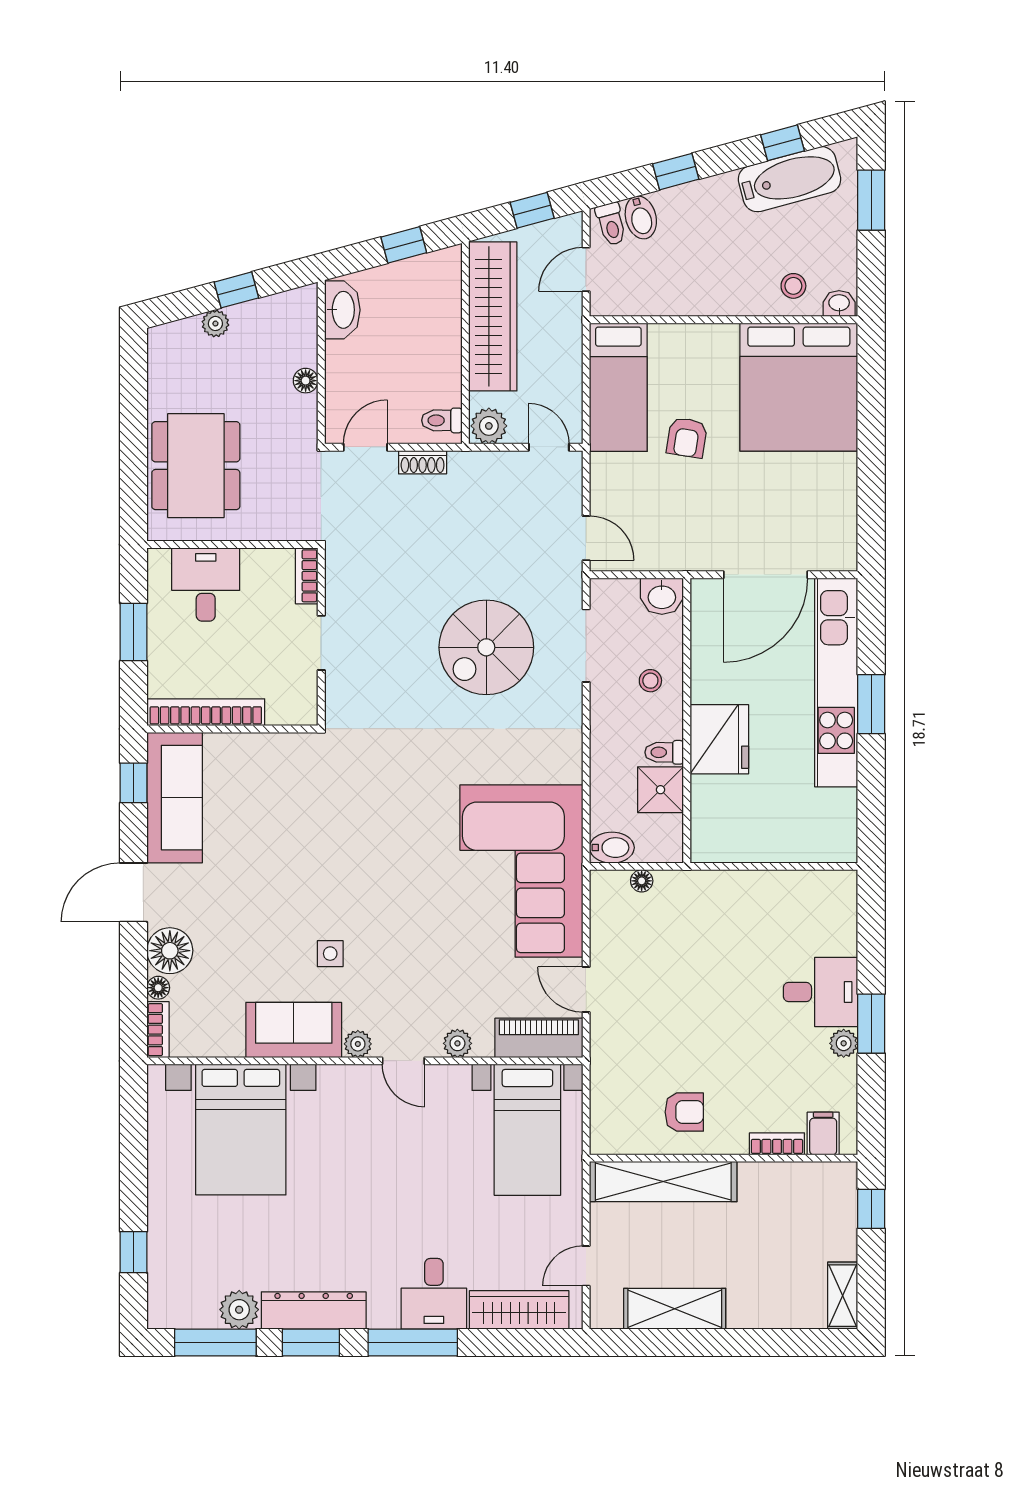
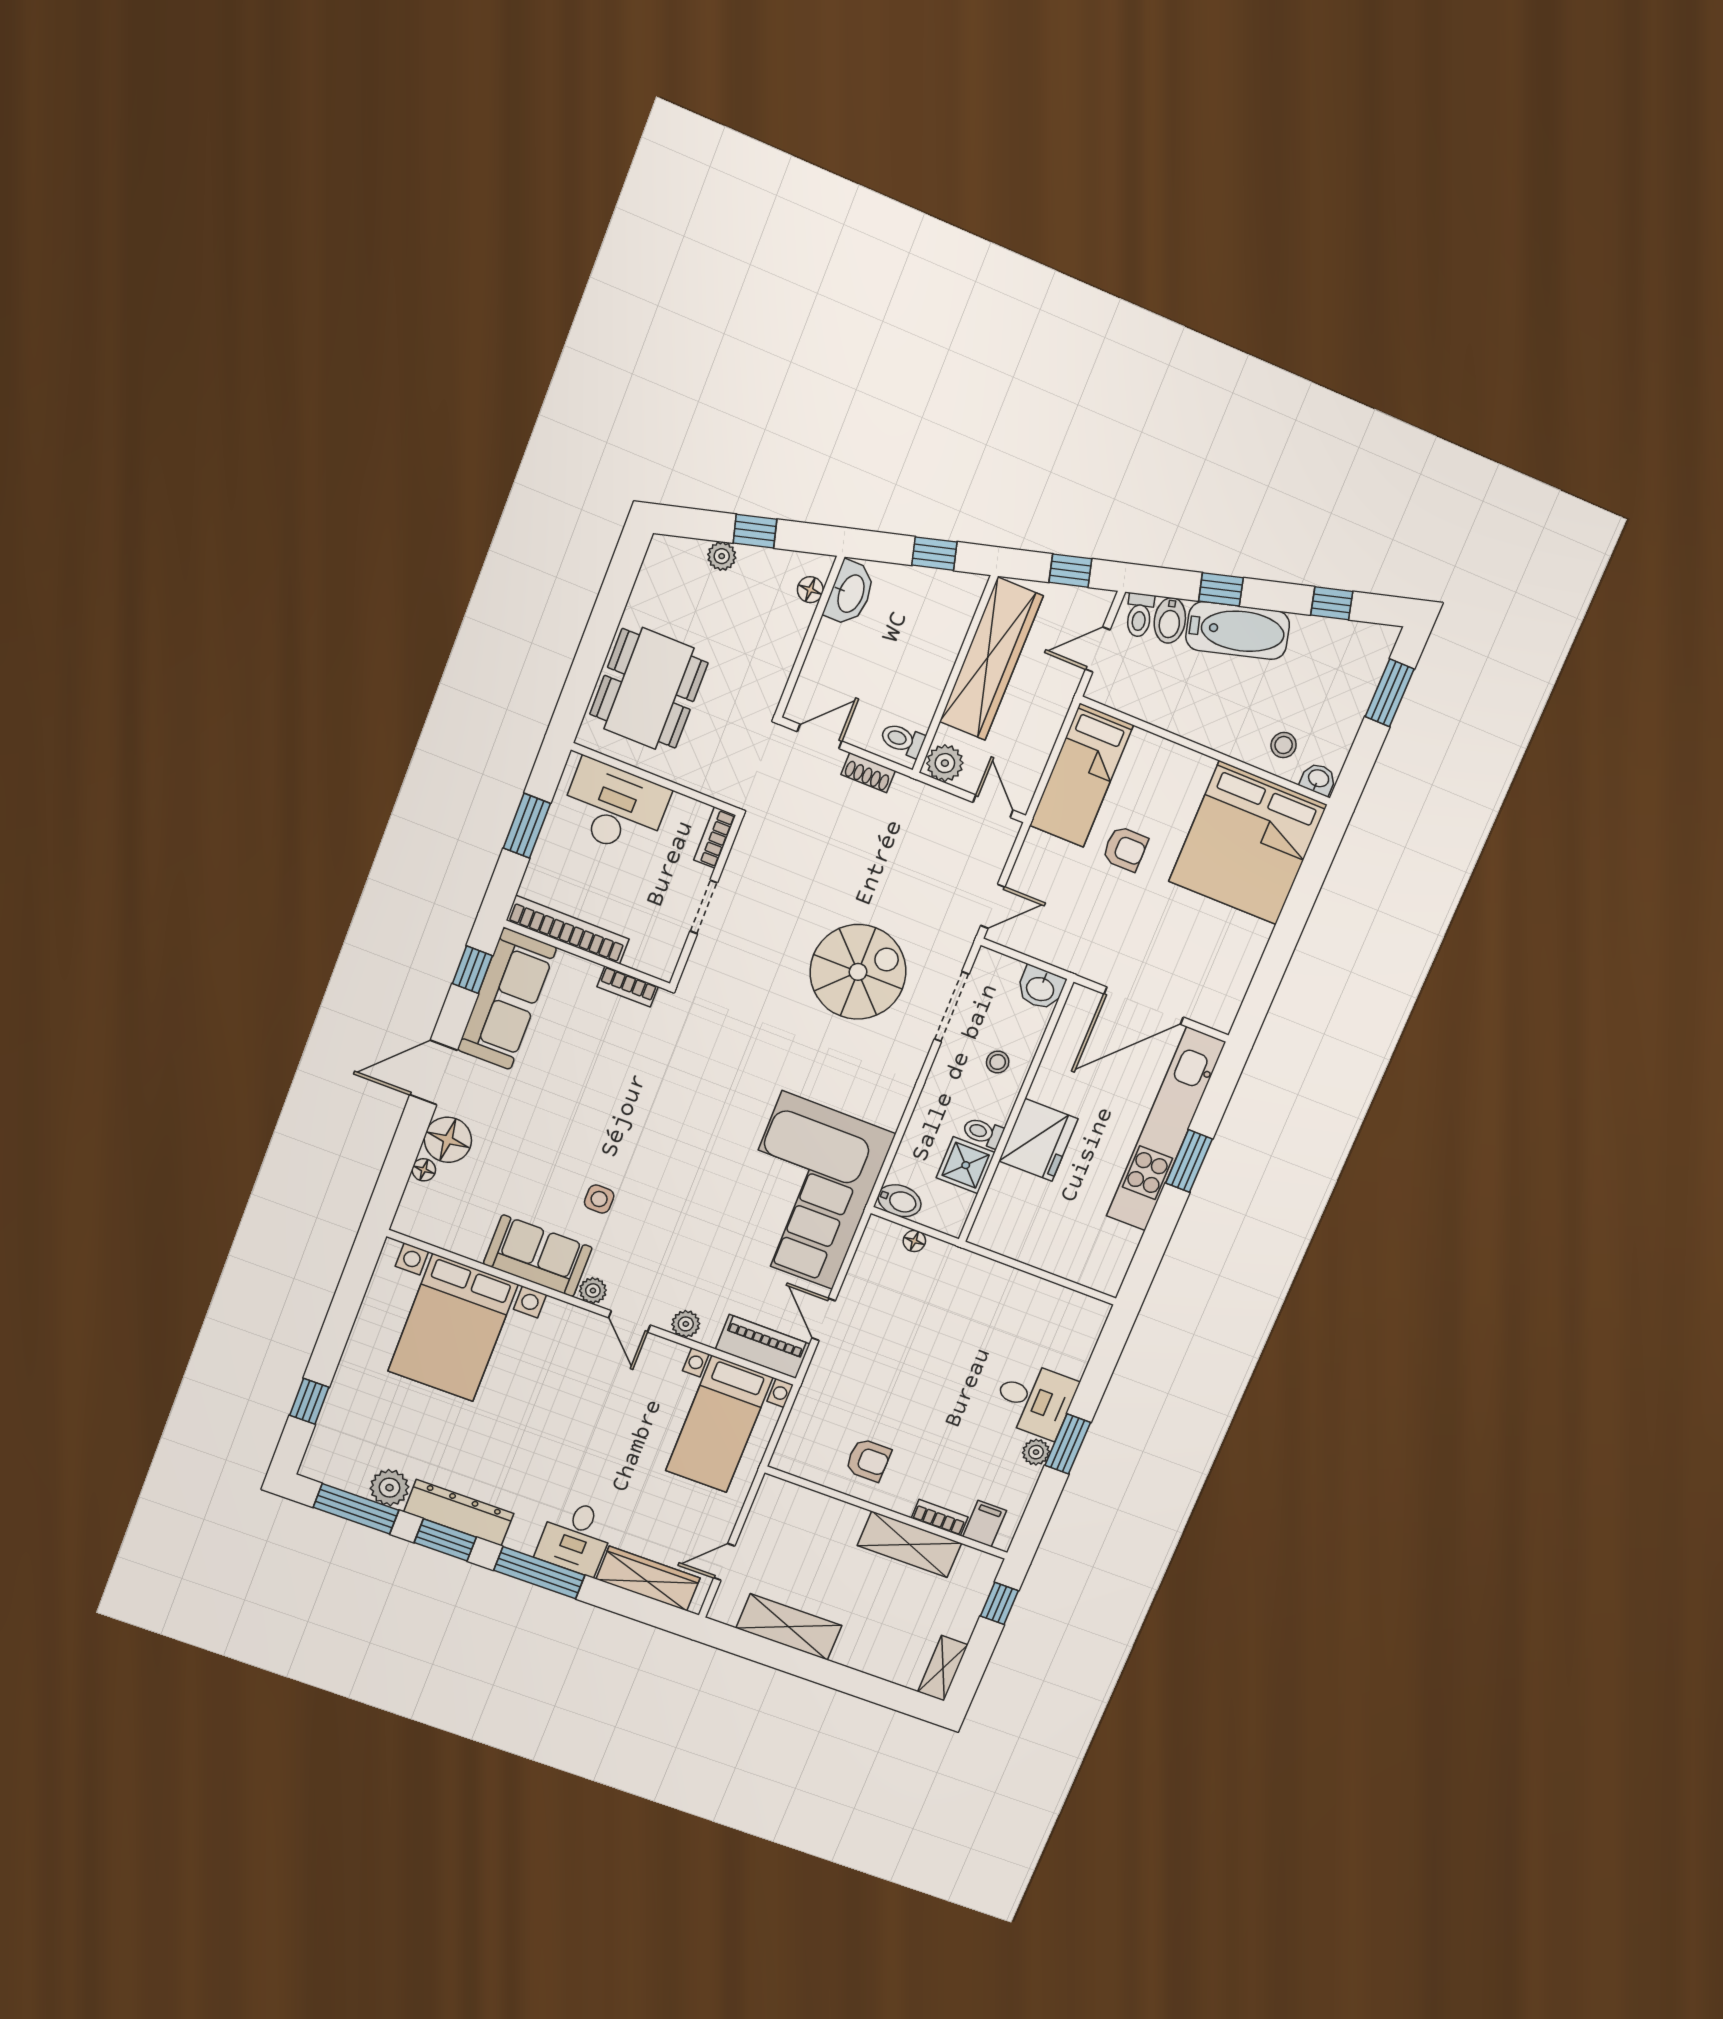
bathtub: (790, 179) -> (1238, 631), moved
floor lamp: (306, 381) -> (810, 590), moved
armchair: (687, 438) -> (1125, 849), turned -99
door: (586, 538) -> (993, 906), hinge flipped
desk: (206, 584) -> (614, 808), width x1.37
spiral stairs: (486, 647) -> (858, 972), turned 180
bookcase: (158, 1030) -> (628, 987), moved, turned 90
shelving: (663, 1182) -> (909, 1544), moved, width x0.68

